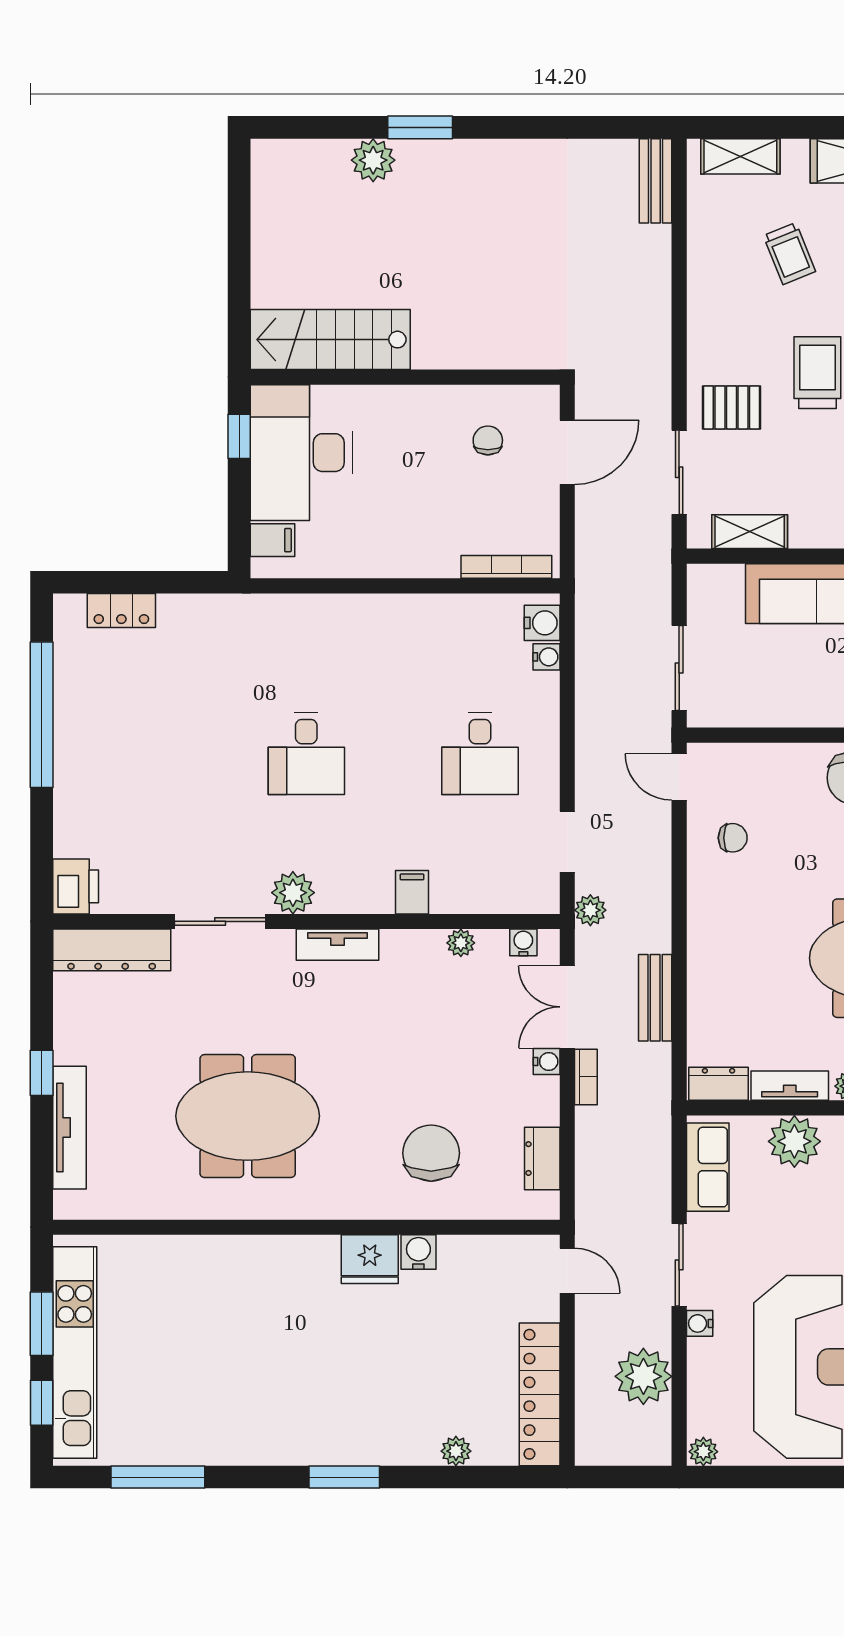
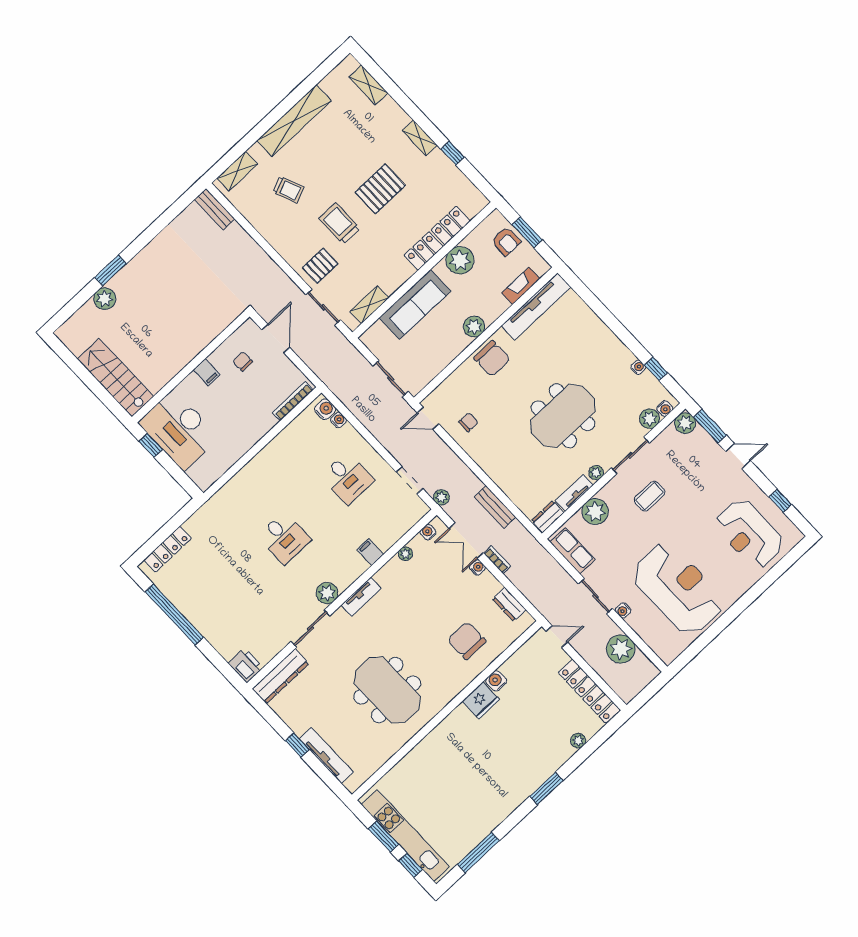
stairs: (330, 340) -> (115, 378), moved, turned 90
filing cabinet: (272, 540) -> (207, 372), moved, turned 90
locker: (121, 611) -> (168, 549), width x1.53
meeting table: (248, 1116) -> (387, 690), turned 90
plant: (703, 1452) -> (668, 656), removed

